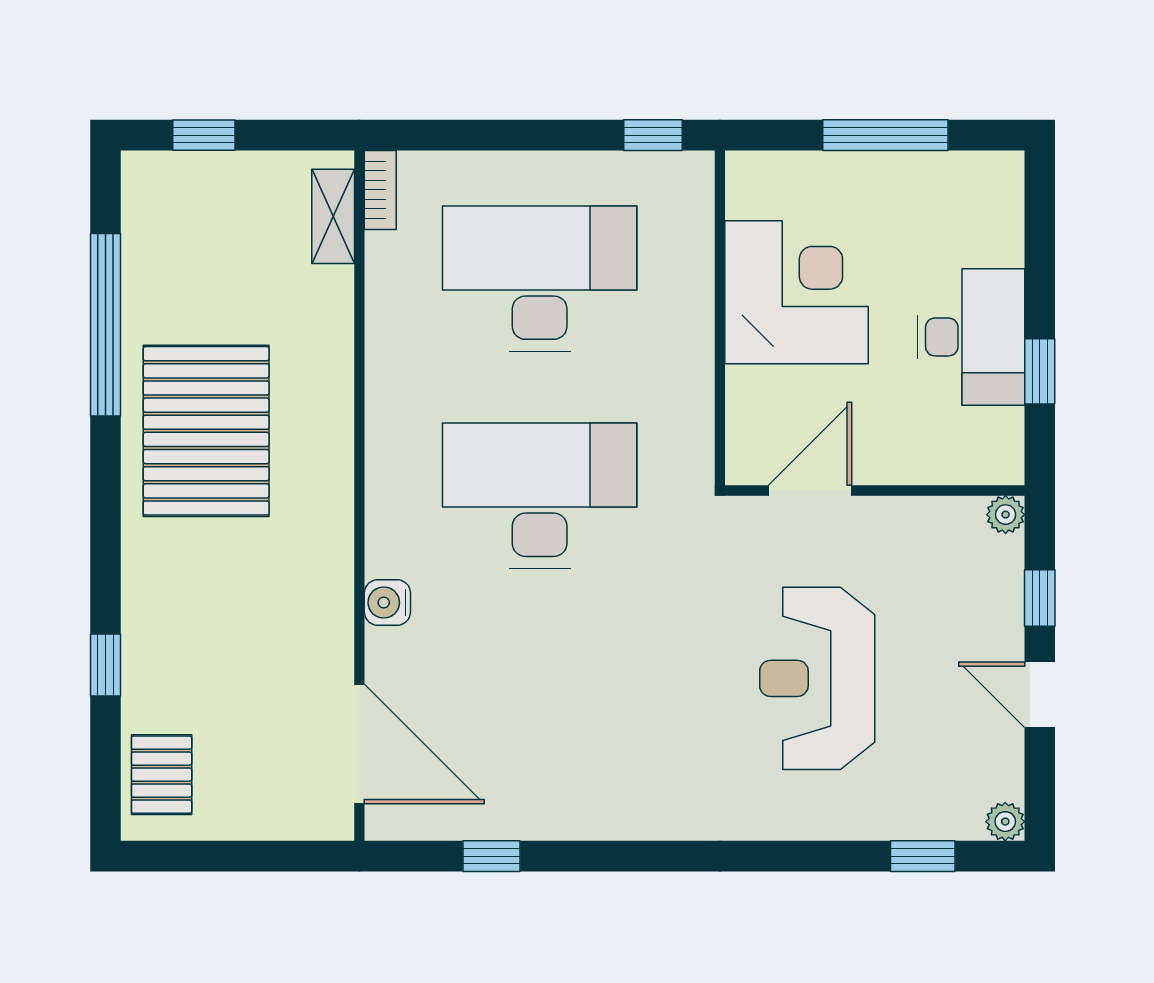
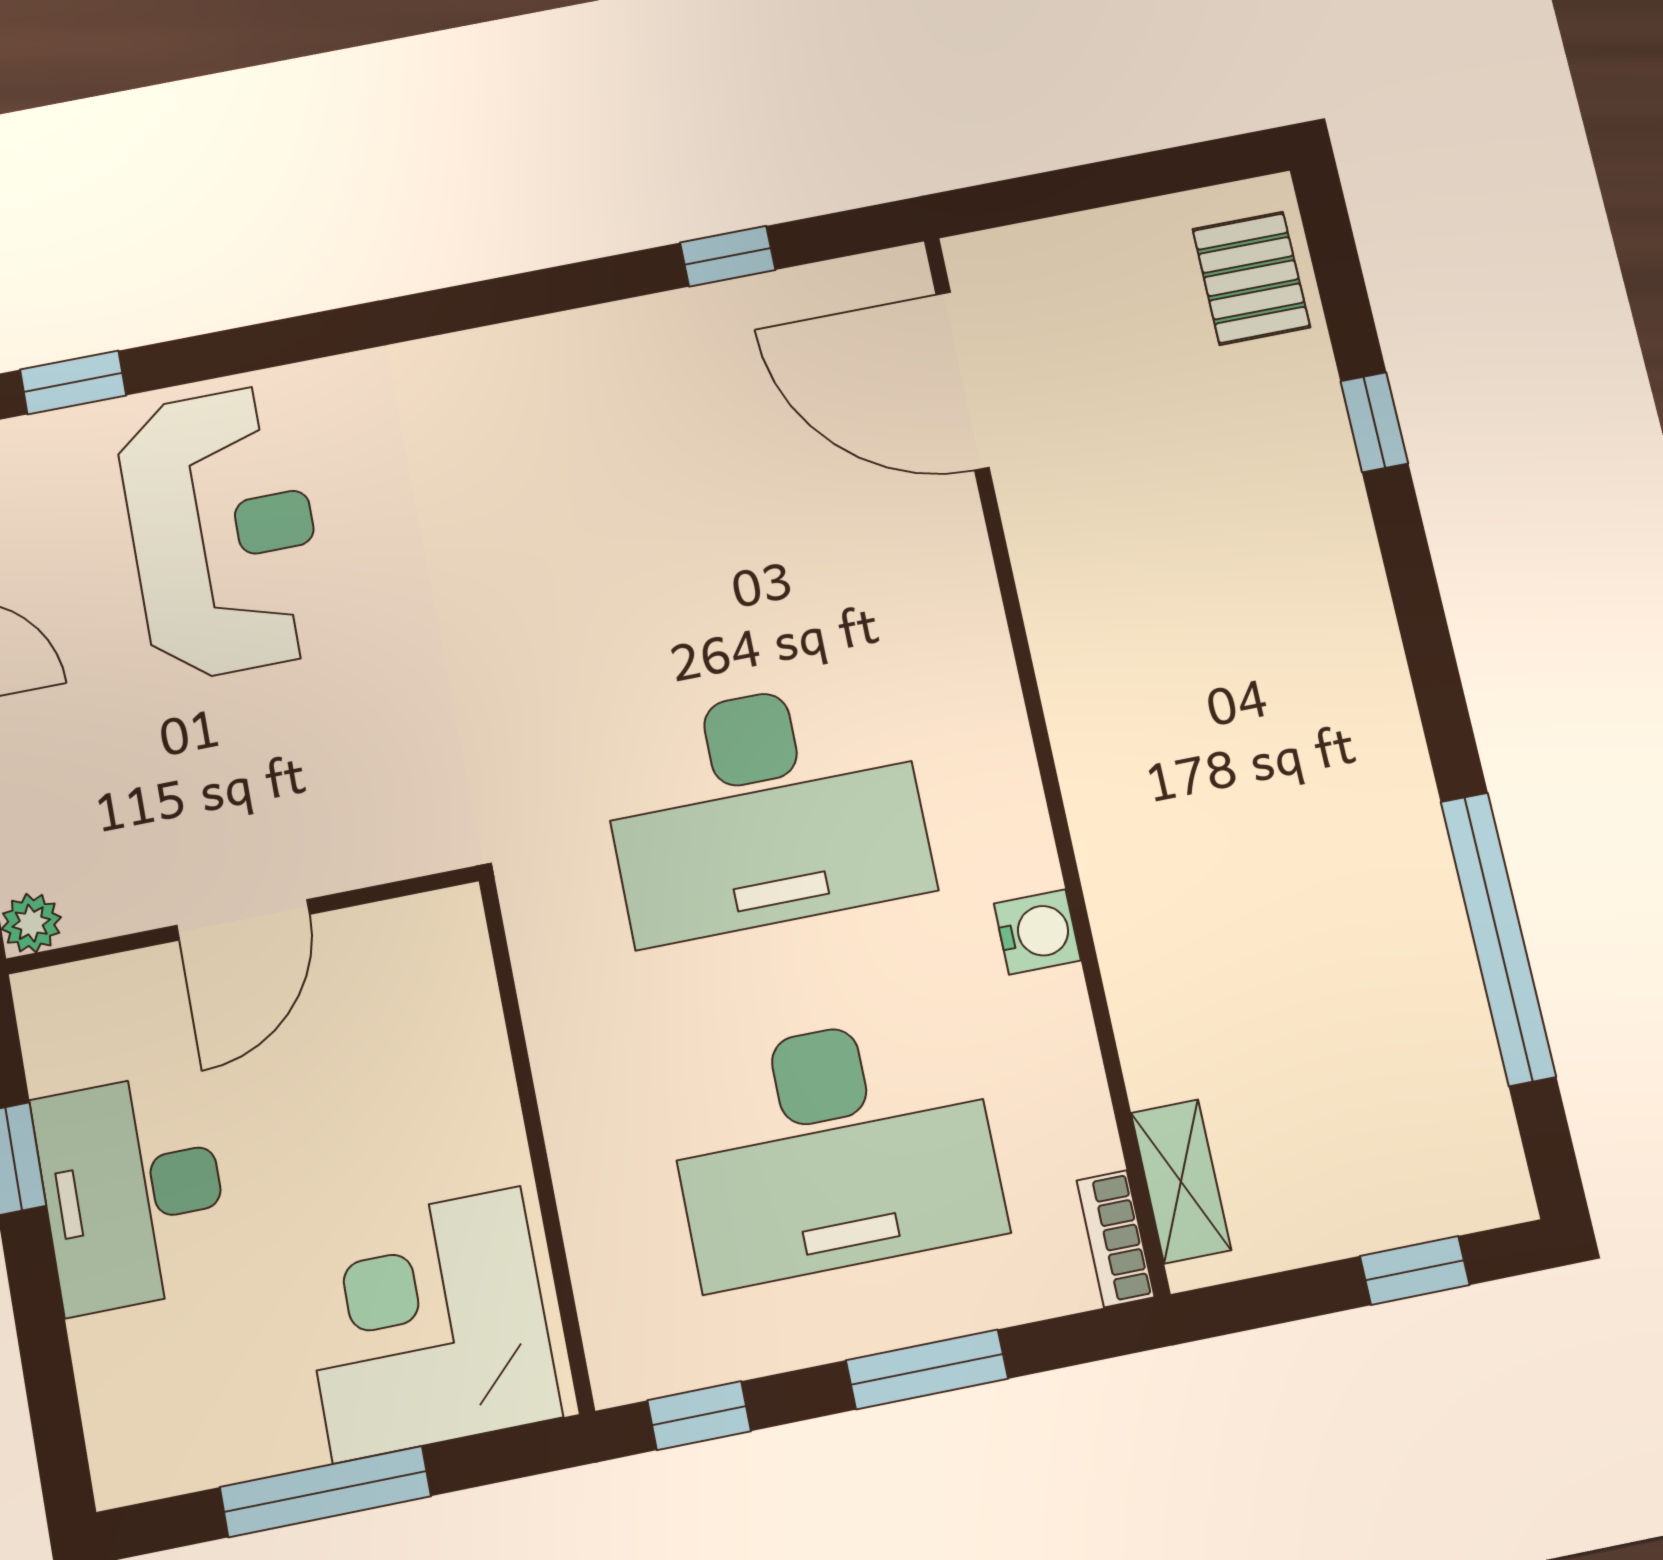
window: (511, 135) -> (927, 1369), added
corner desk: (797, 292) -> (427, 1324), moved, turned 90
pallet: (206, 431) -> (1303, 805), removed
door: (810, 490) -> (243, 920), moved
water cooler: (387, 603) -> (1037, 932), moved
reception desk: (817, 678) -> (223, 532), moved

